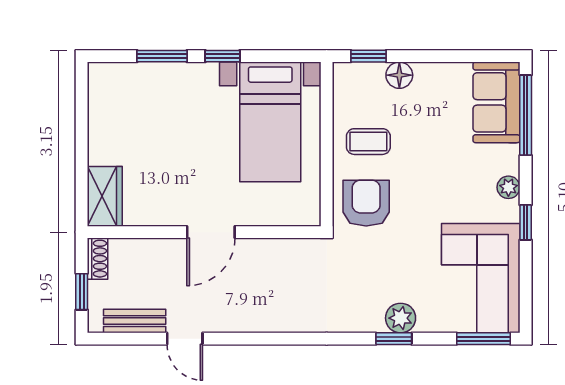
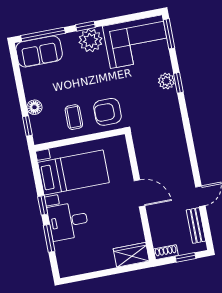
desk: (186, 96) -> (68, 221), added
plant: (508, 187) -> (90, 40), width x1.88, depth x1.88
window: (526, 222) -> (85, 26), moved

